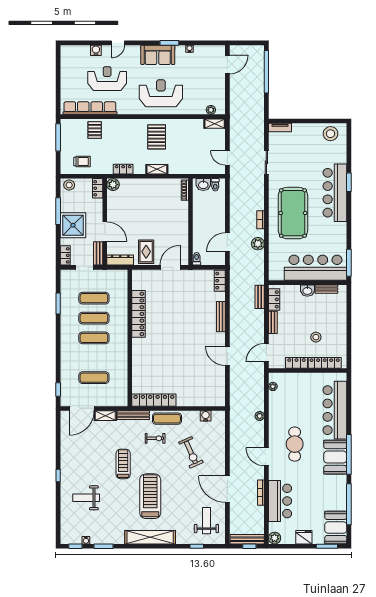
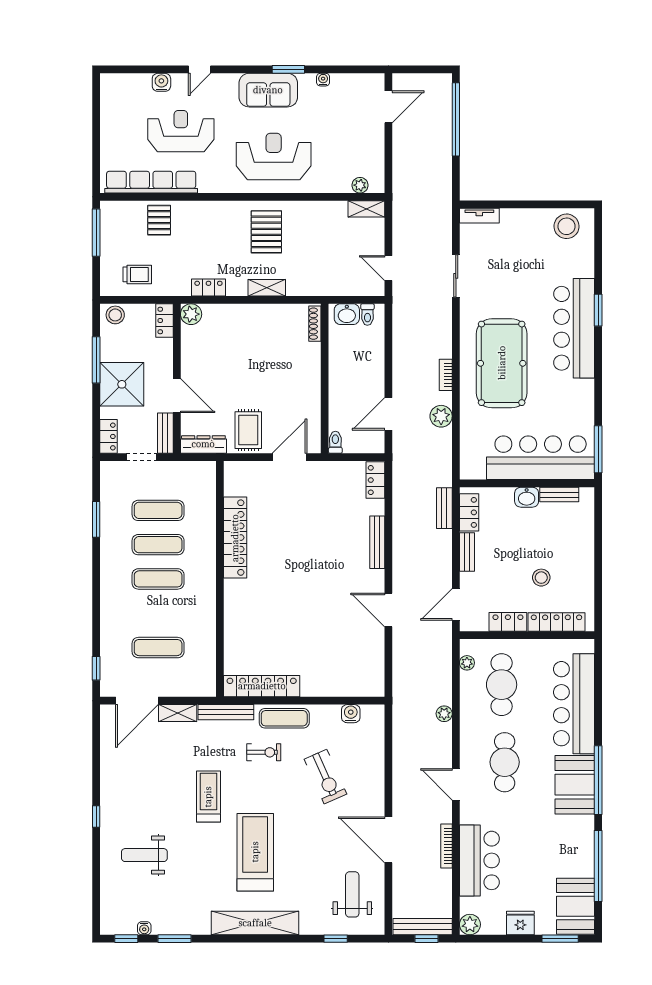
cafe table: (293, 399) -> (502, 685), added

